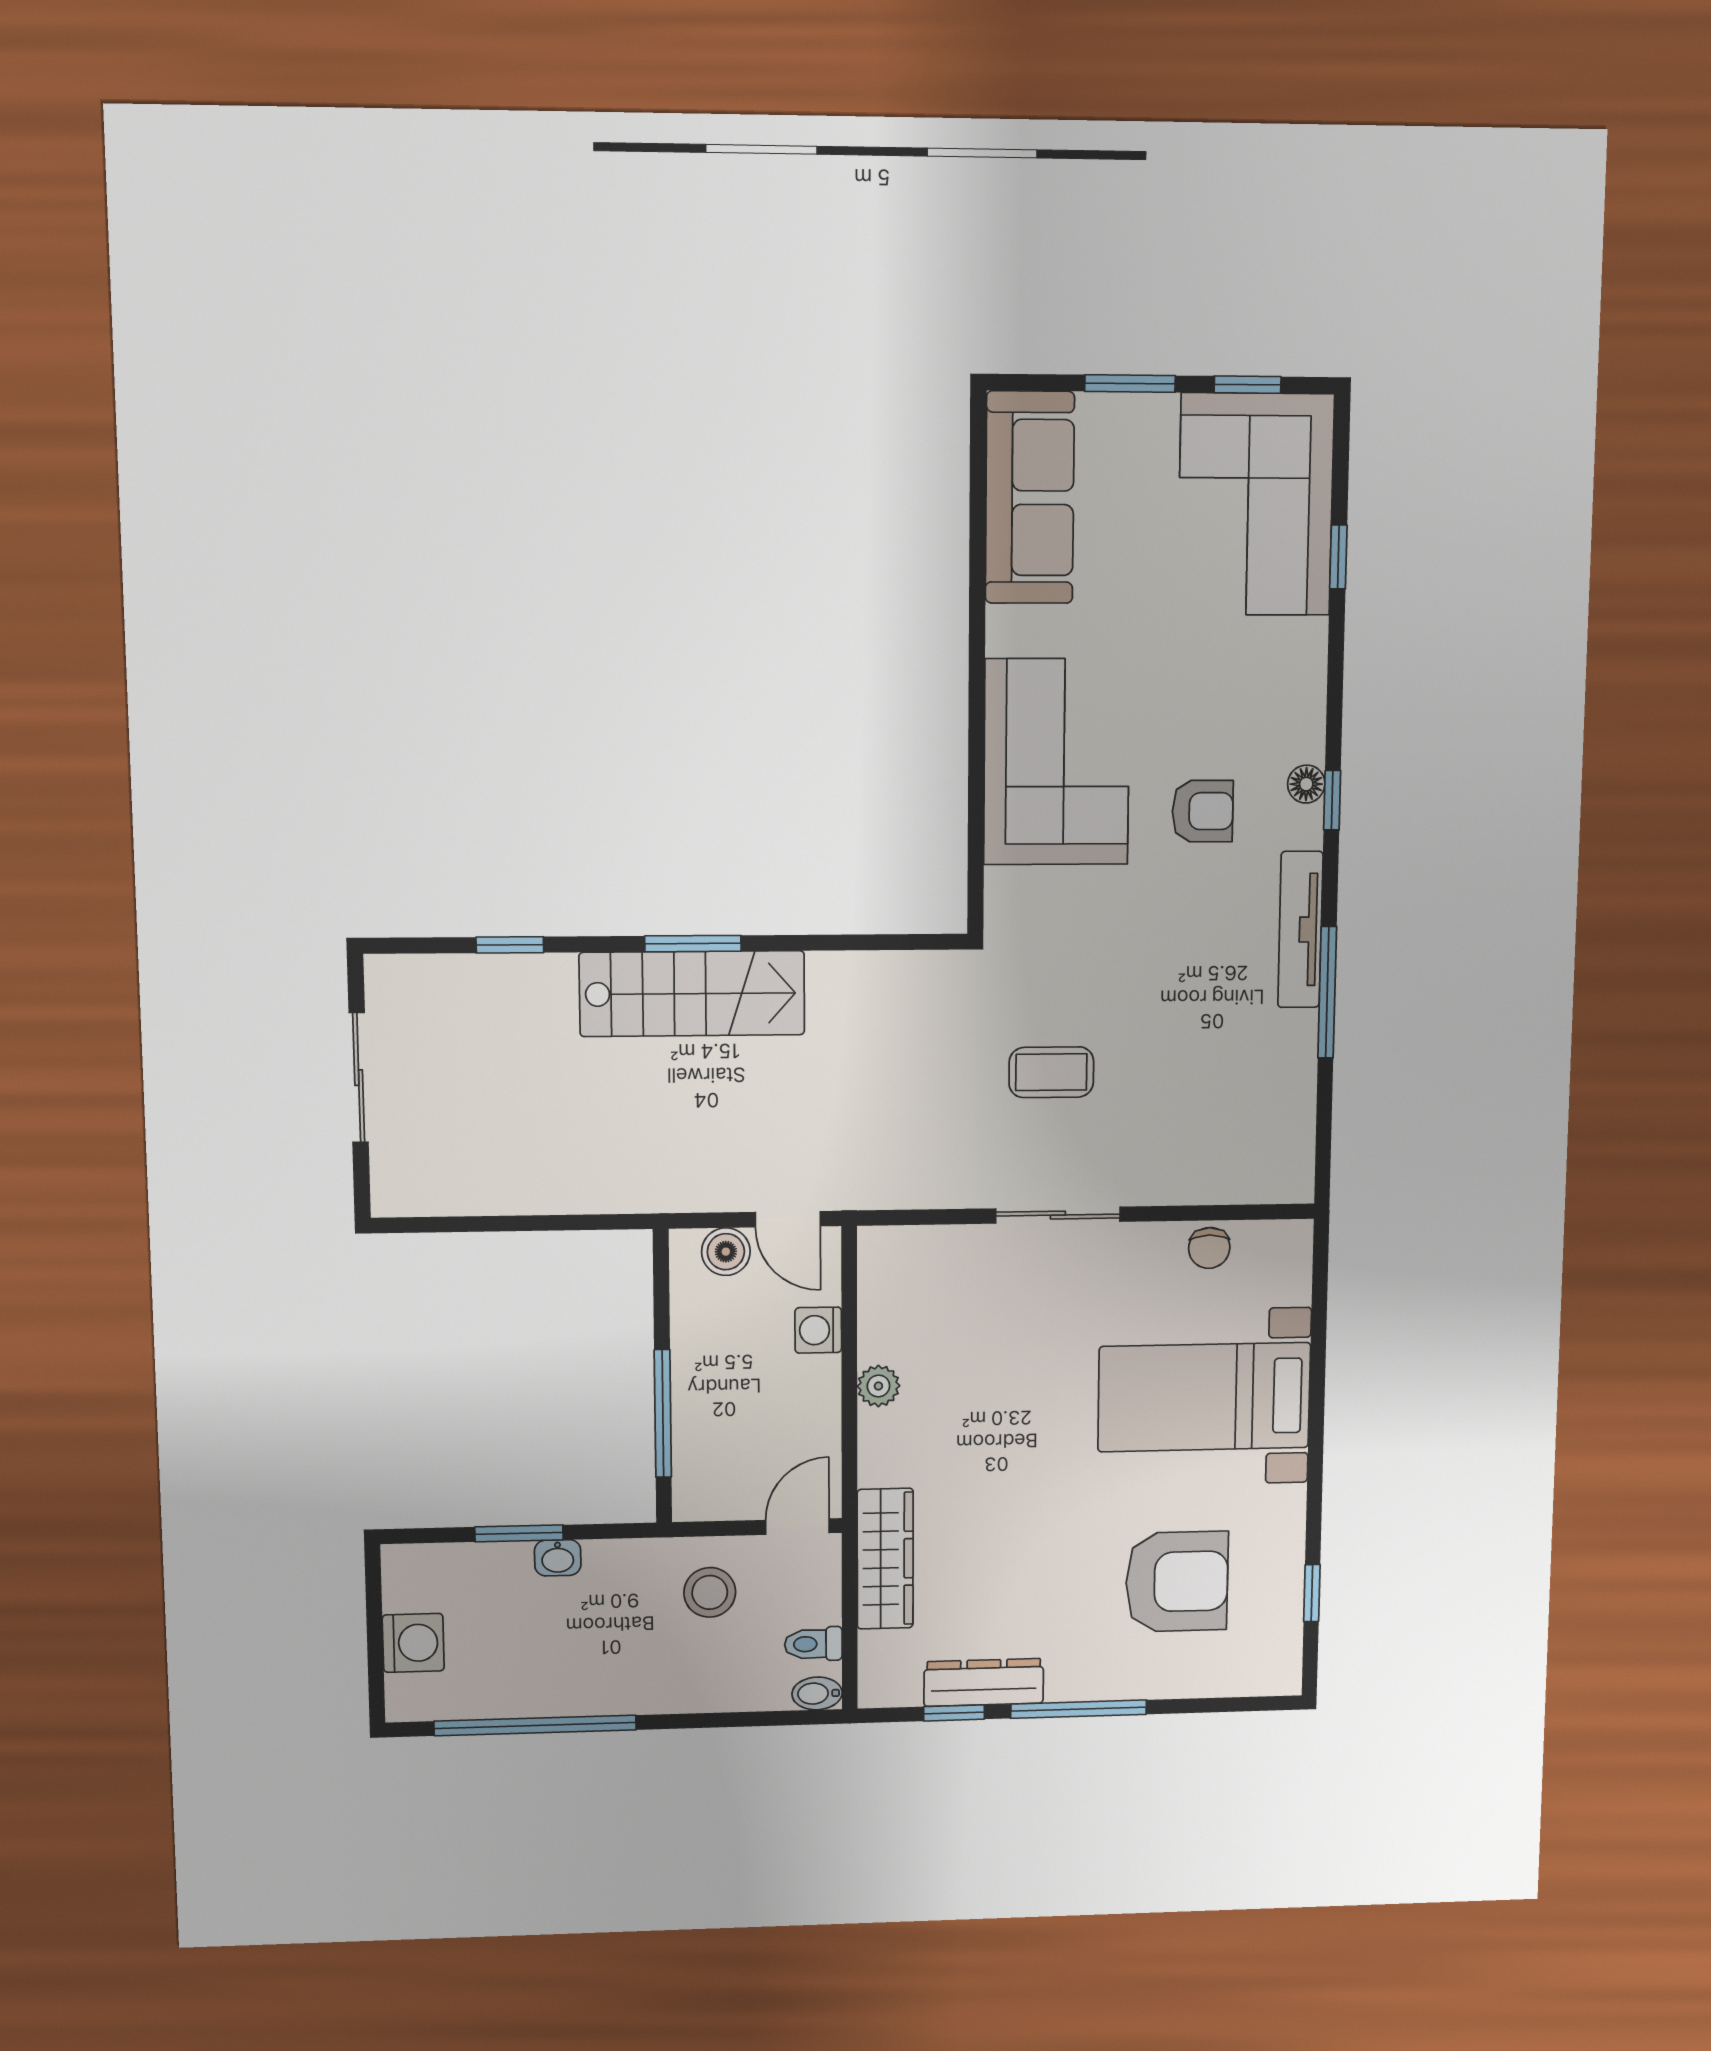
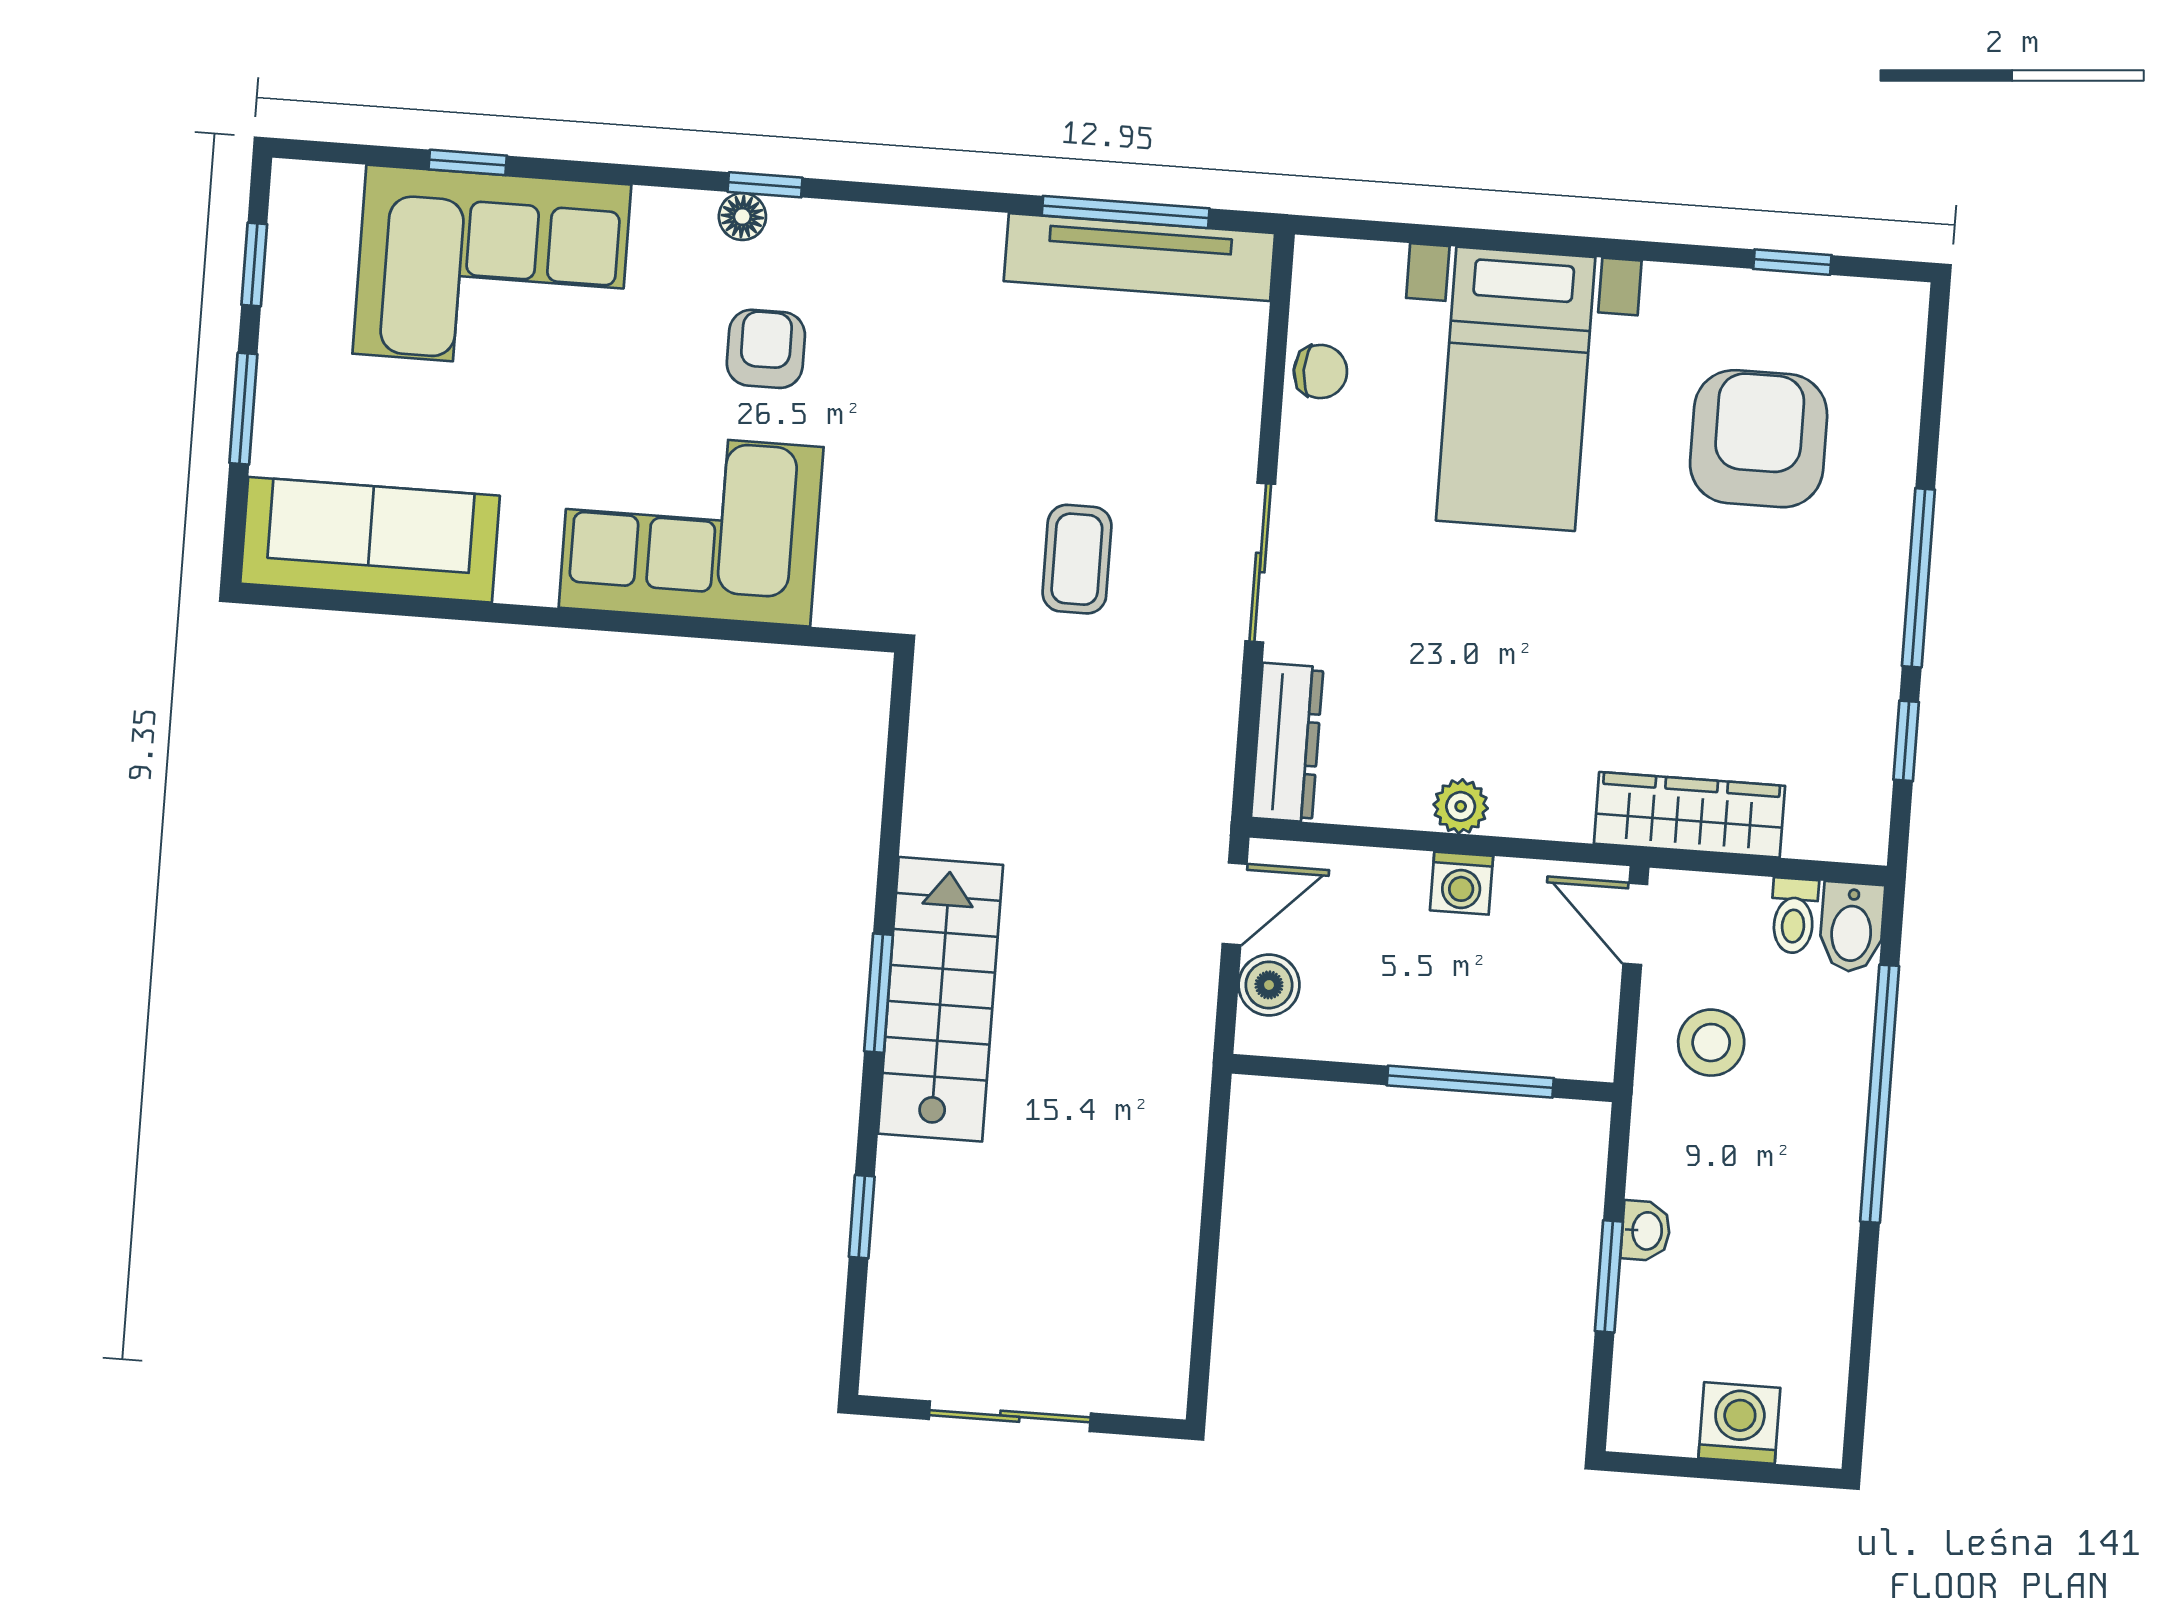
corner sofa: (1256, 505) -> (492, 269), moved
tv unit: (1300, 930) -> (1139, 257), moved, width x1.36, depth x1.29
window: (1327, 992) -> (1126, 212), moved
washing machine: (818, 1330) -> (1462, 883), moved
dresser: (984, 1682) -> (1287, 743), moved, turned 180
bidet: (817, 1693) -> (1852, 927), width x1.38, depth x1.36
window: (535, 1725) -> (1880, 1094), moved

